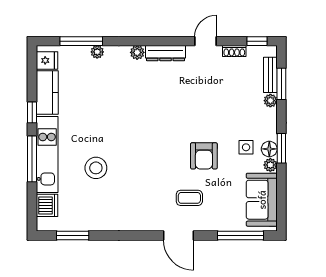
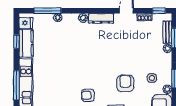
window: (32, 112) -> (16, 42), moved
floor lamp: (269, 149) -> (167, 79), removed
armchair: (204, 156) -> (125, 83), turned 180
stool: (96, 168) -> (57, 91), removed
armchair: (145, 175) -> (88, 95), added

